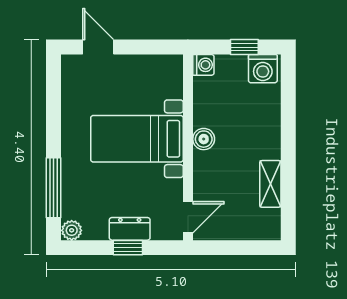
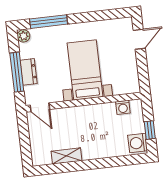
washing machine: (203, 65) -> (123, 107), moved
boiler: (204, 139) -> (90, 111), removed
window: (128, 248) -> (17, 72), width x2.17

